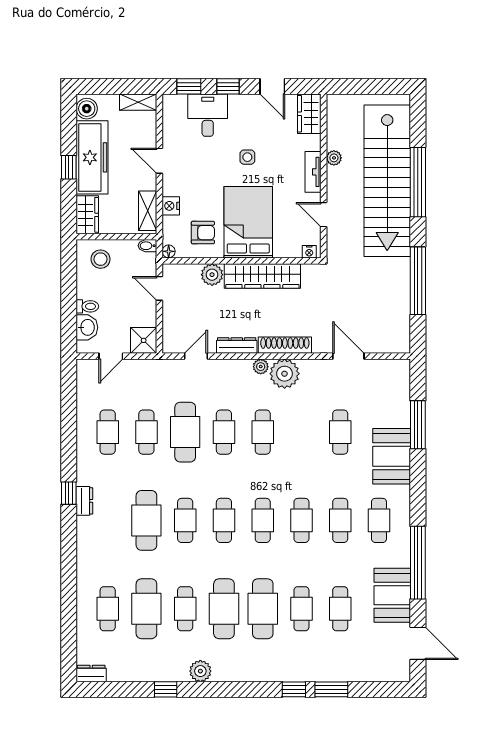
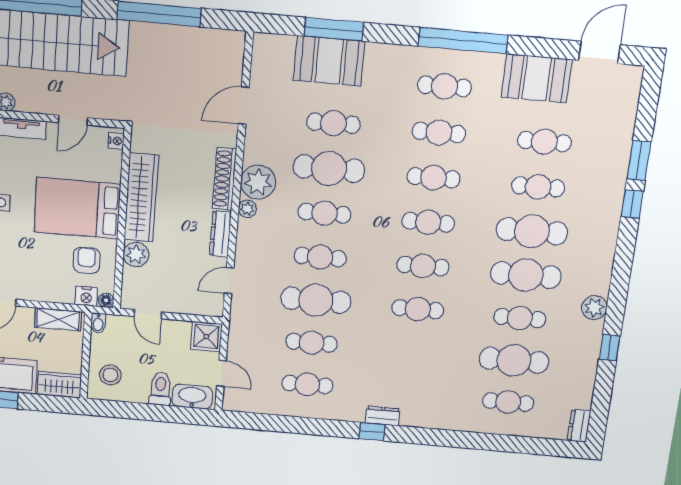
nightstand: (171, 206) -> (86, 296), moved
door: (159, 288) -> (148, 314), hinge flipped
toilet: (87, 306) -> (160, 389), width x1.37, depth x1.39
washbasin: (87, 327) -> (192, 397), width x1.38
door: (196, 356) -> (229, 281), hinge flipped
booth: (392, 456) -> (329, 61), moved
cafe table: (146, 520) -> (329, 169), moved
window: (418, 563) -> (463, 41), moved

